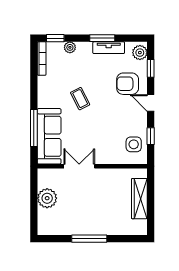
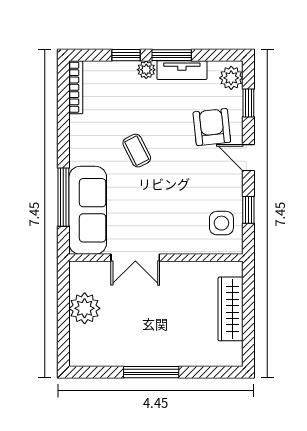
window: (55, 38) -> (126, 55), moved
plant: (70, 47) -> (146, 70), moved
armchair: (128, 84) -> (212, 127), turned 84
double door: (79, 166) -> (135, 258), swing flipped

